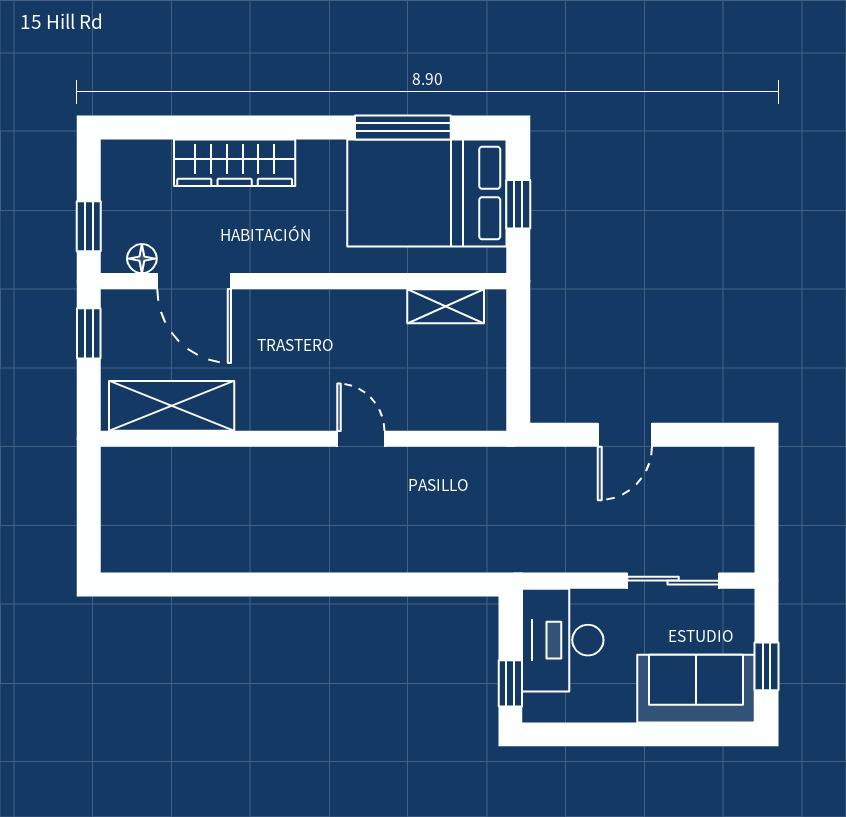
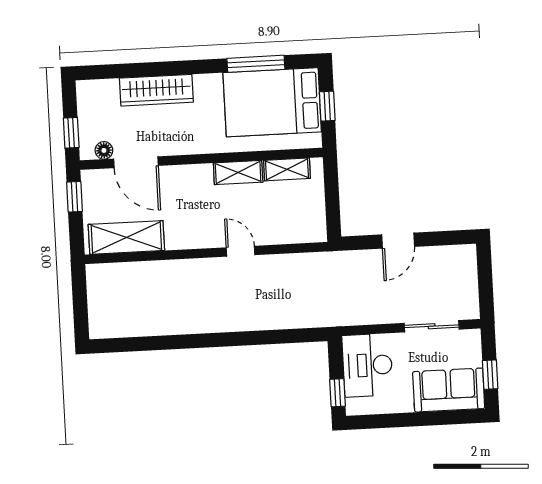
shelving: (364, 307) -> (238, 173), added

